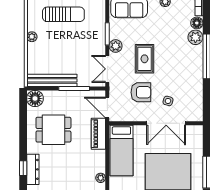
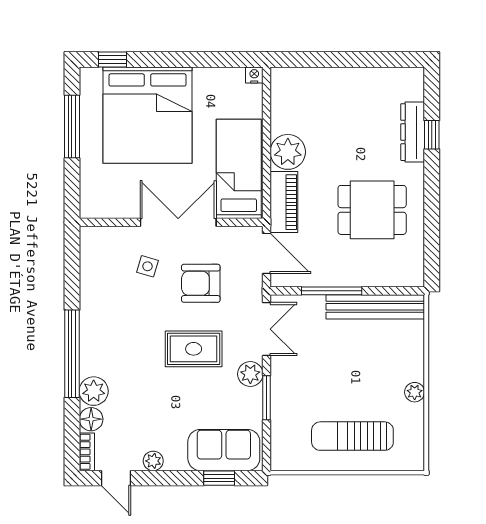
rug: (145, 59) -> (194, 349), turned 90
floor lamp: (35, 99) -> (408, 271), removed
double door: (166, 123) -> (178, 222), moved
plant: (101, 178) -> (288, 152), moved, width x1.87, depth x1.87

